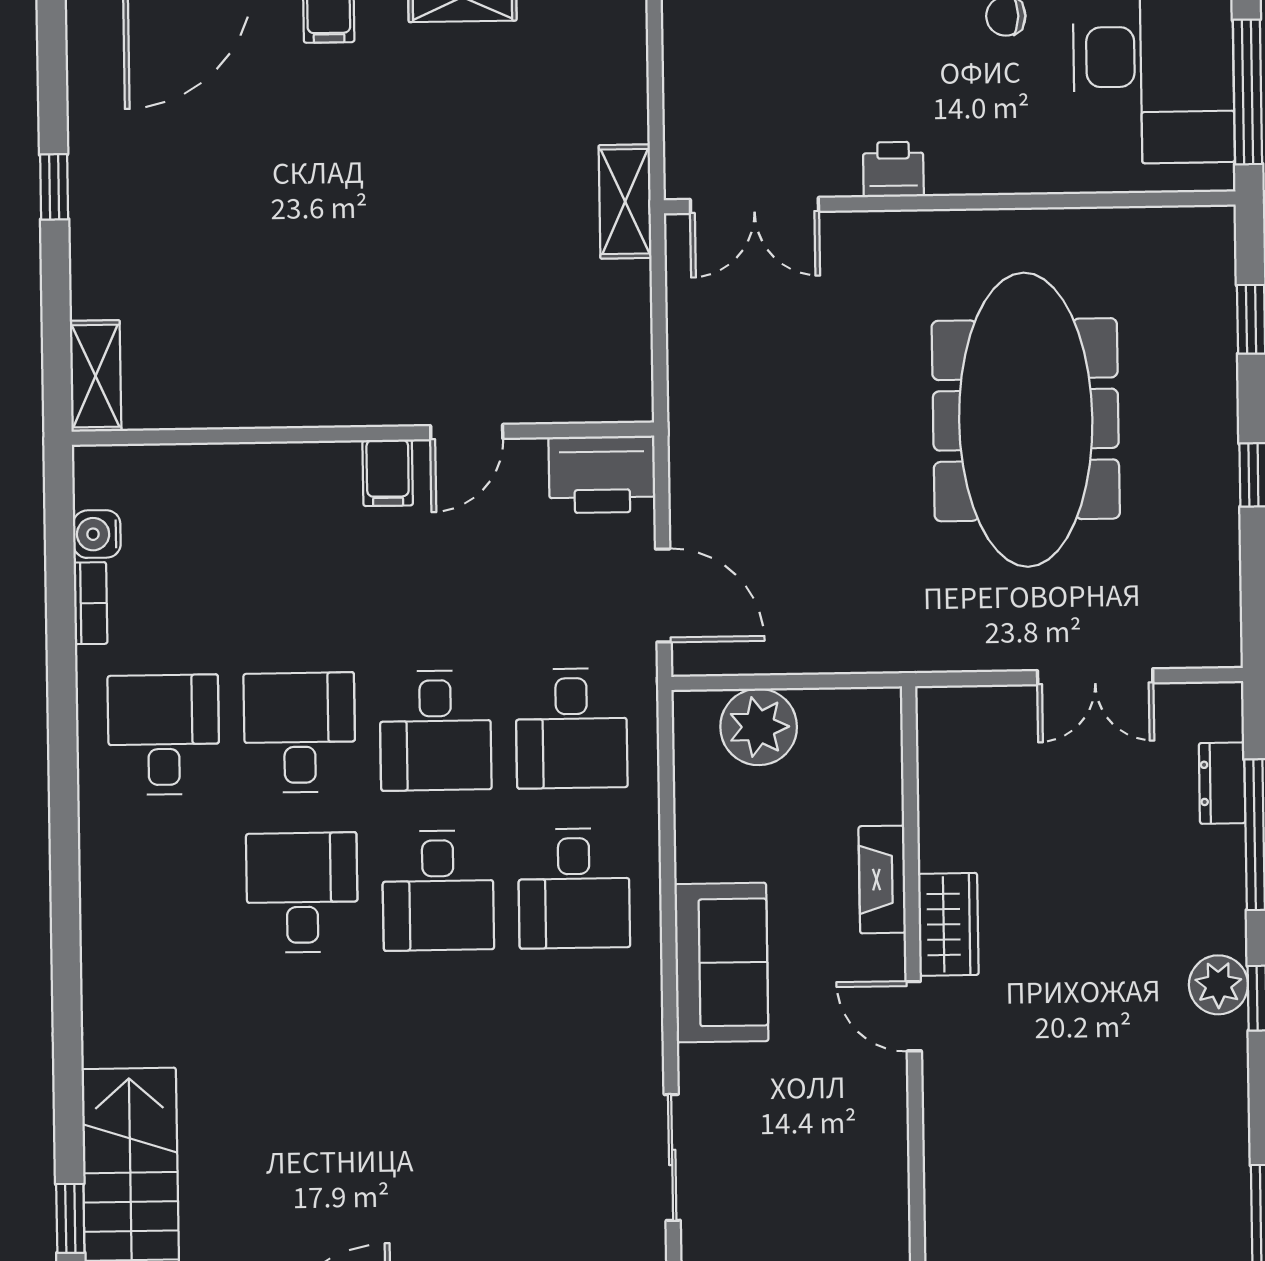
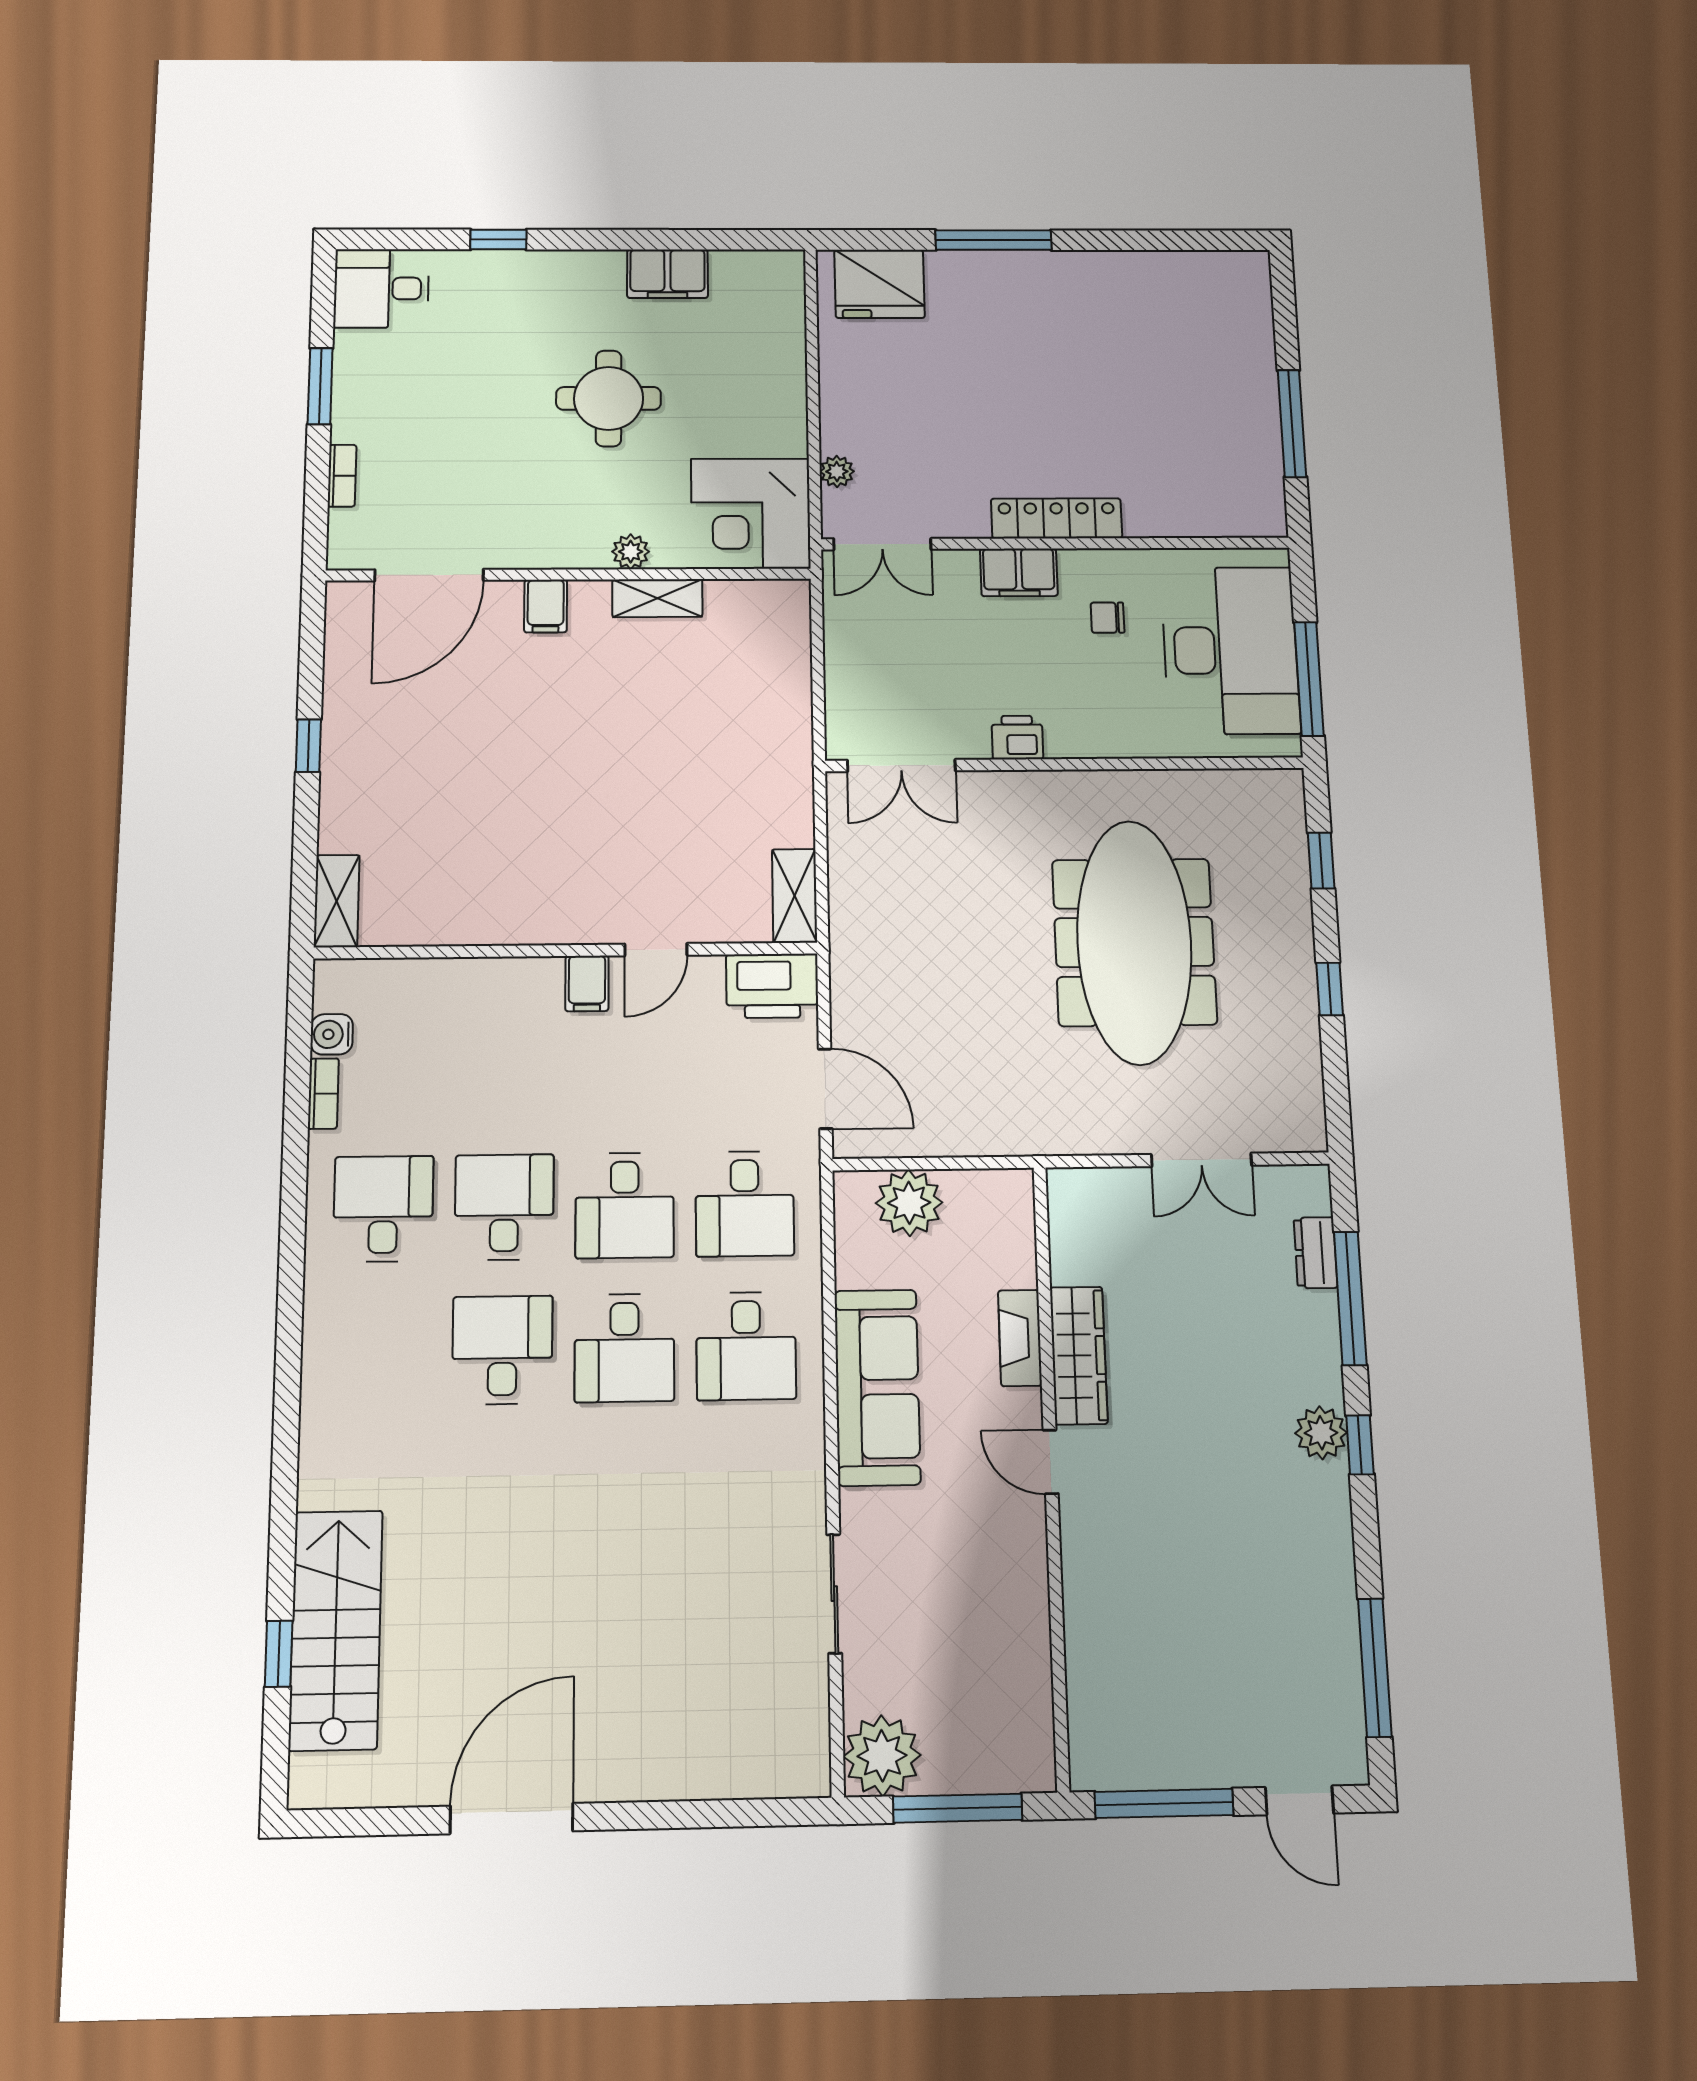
shelving: (625, 202) -> (794, 896), moved
wardrobe: (948, 924) -> (1079, 1355), width x1.50
sofa: (721, 963) -> (877, 1387), width x1.36

